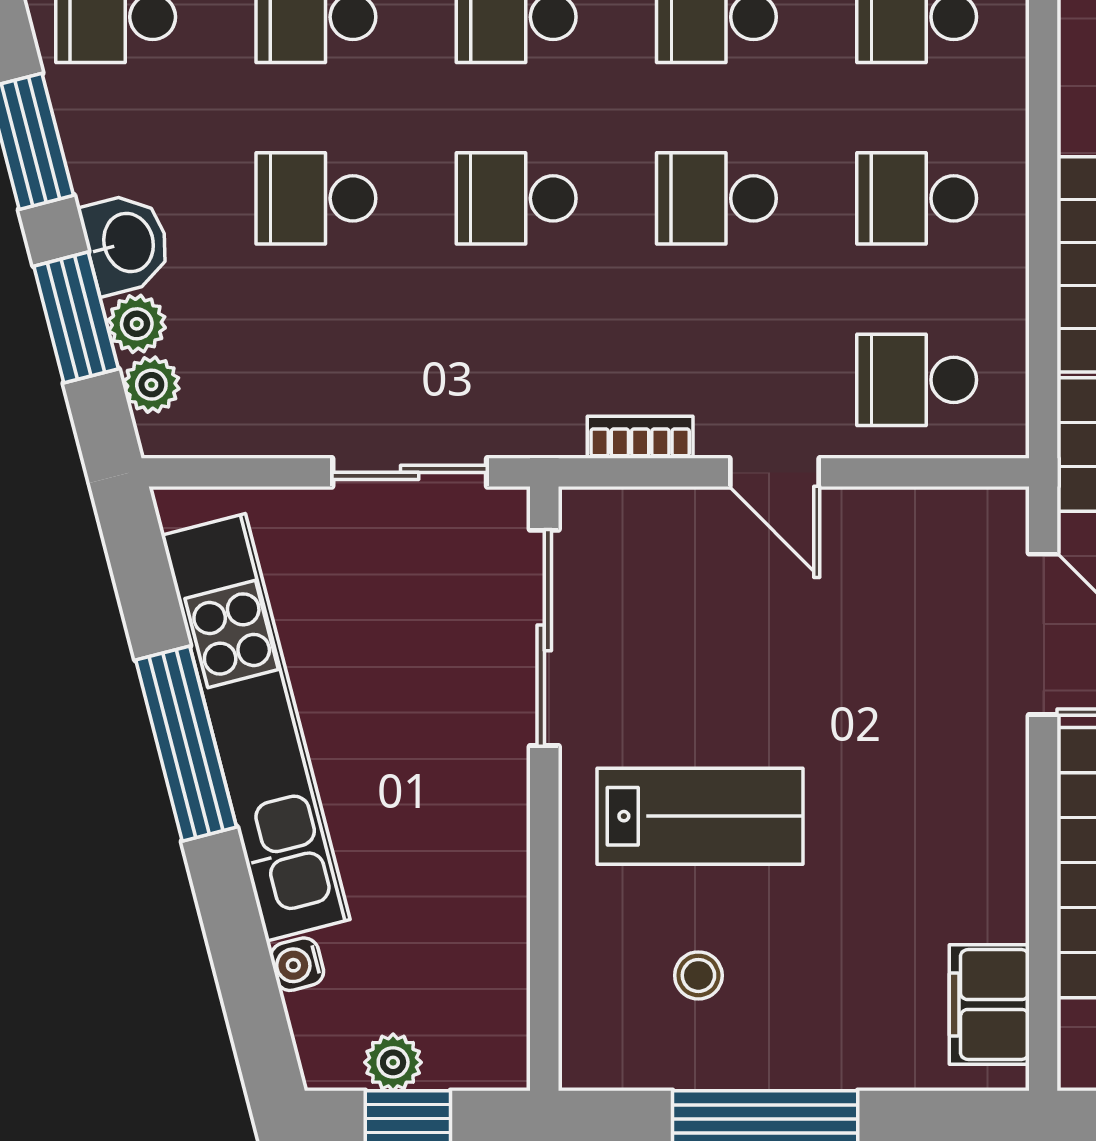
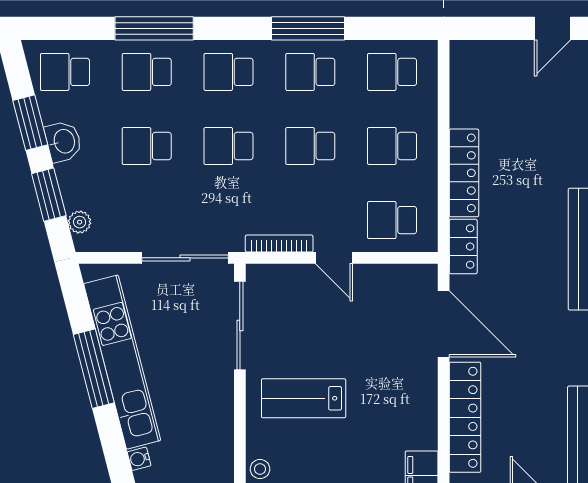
washbasin: (126, 243) -> (63, 141), moved
plant: (137, 324) -> (74, 197), removed
bookcase: (640, 437) -> (279, 244), width x1.56
sliding door: (410, 472) -> (185, 258), width x1.37
lab bench: (700, 816) -> (304, 398), turned 180
stool: (698, 975) -> (260, 469), moved

